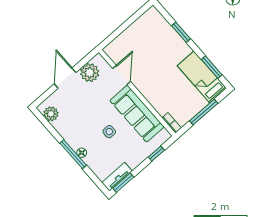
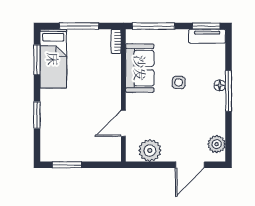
window: (134, 17) -> (67, 165), added
door: (65, 78) -> (190, 165), moved
sofa: (137, 114) -> (140, 68), width x0.73
window: (156, 154) -> (154, 26), width x2.17

